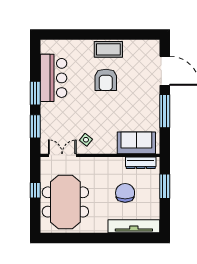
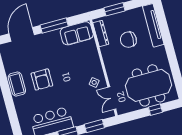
armchair: (106, 80) -> (42, 80), turned 90
sofa: (136, 143) -> (77, 33), moved, turned -90
window: (35, 190) -> (155, 110), moved

